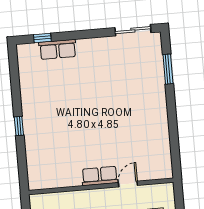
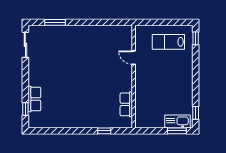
window: (19, 126) -> (104, 131), moved
row of seats: (100, 176) -> (126, 104), moved

